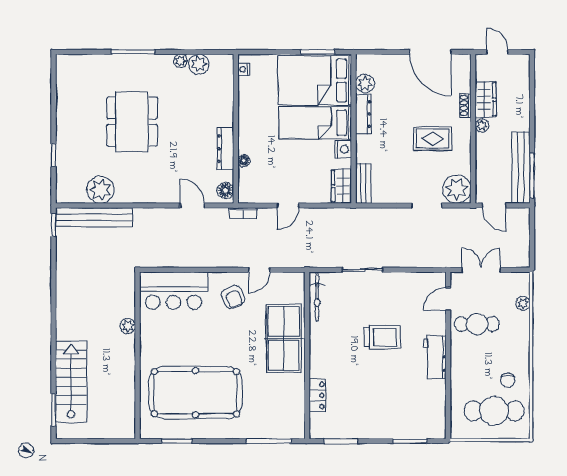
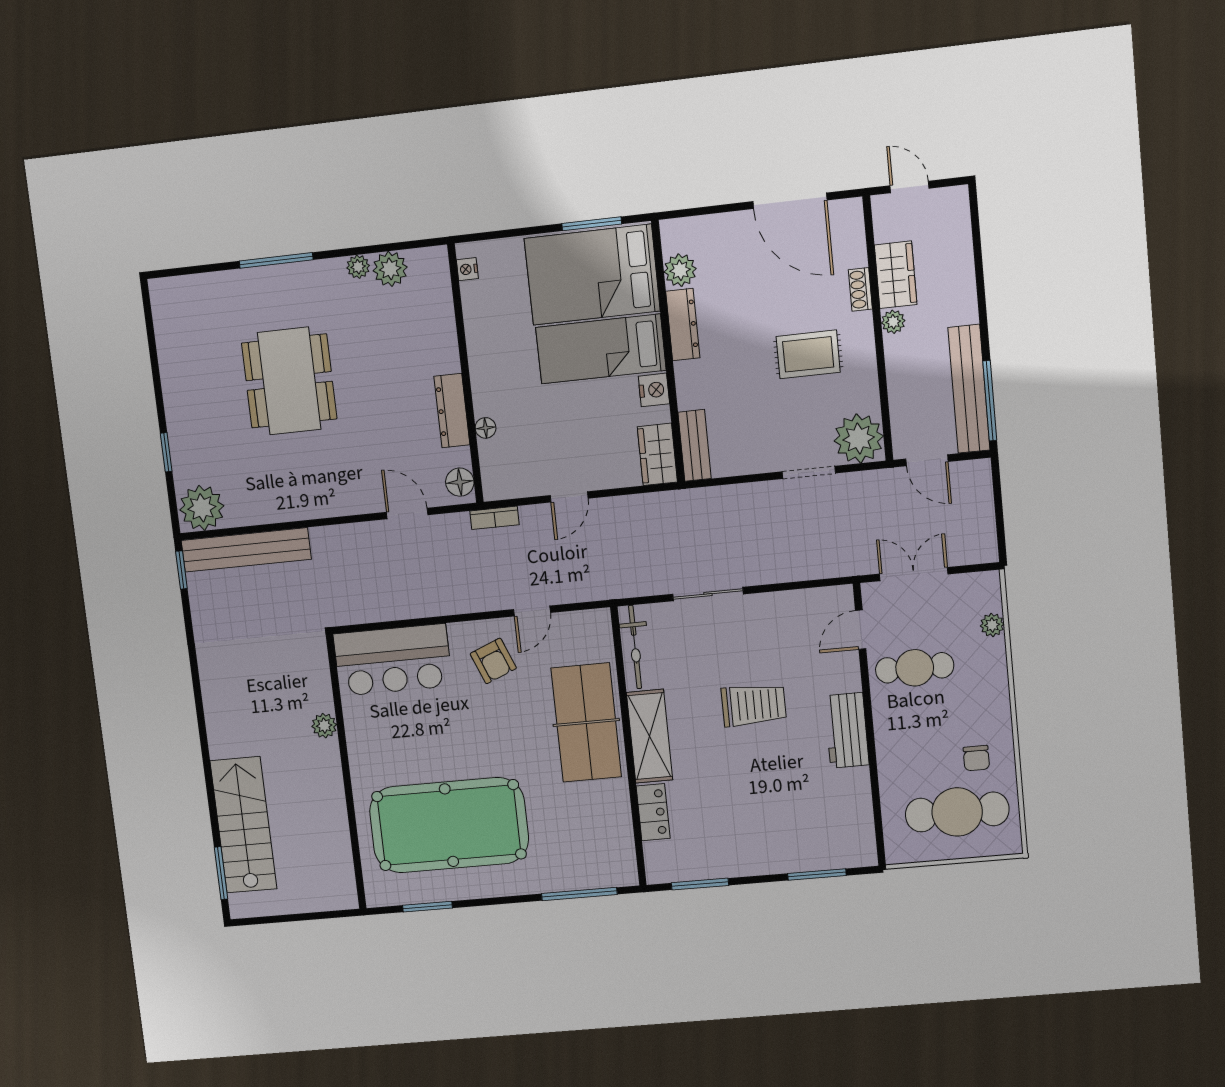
plant: (100, 190) -> (202, 508), moved
shelving: (320, 350) -> (650, 736), added

